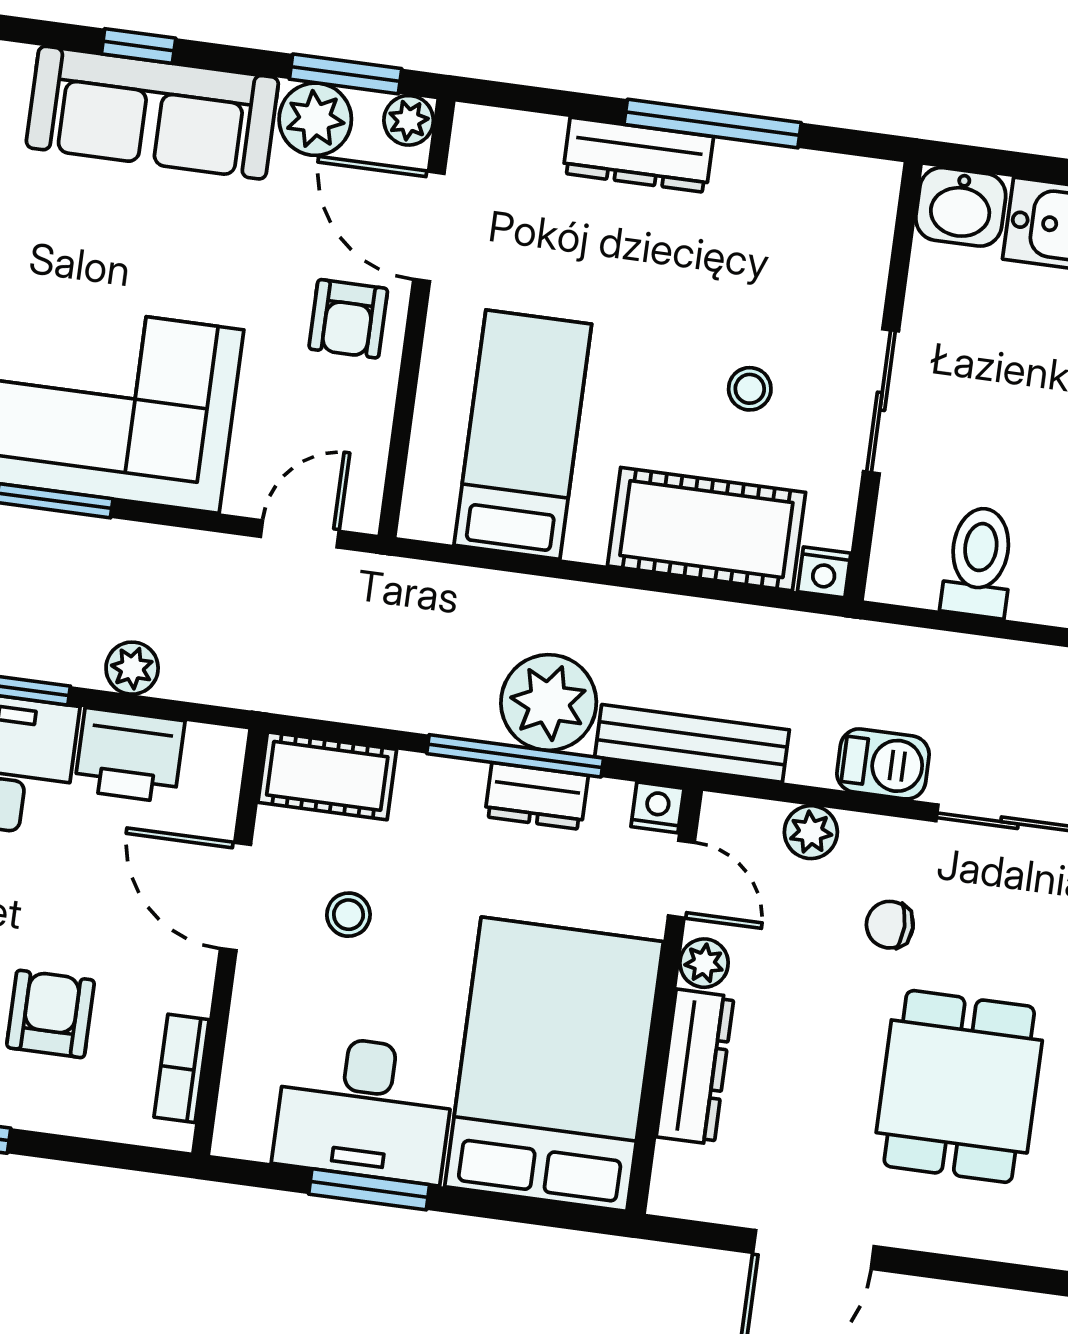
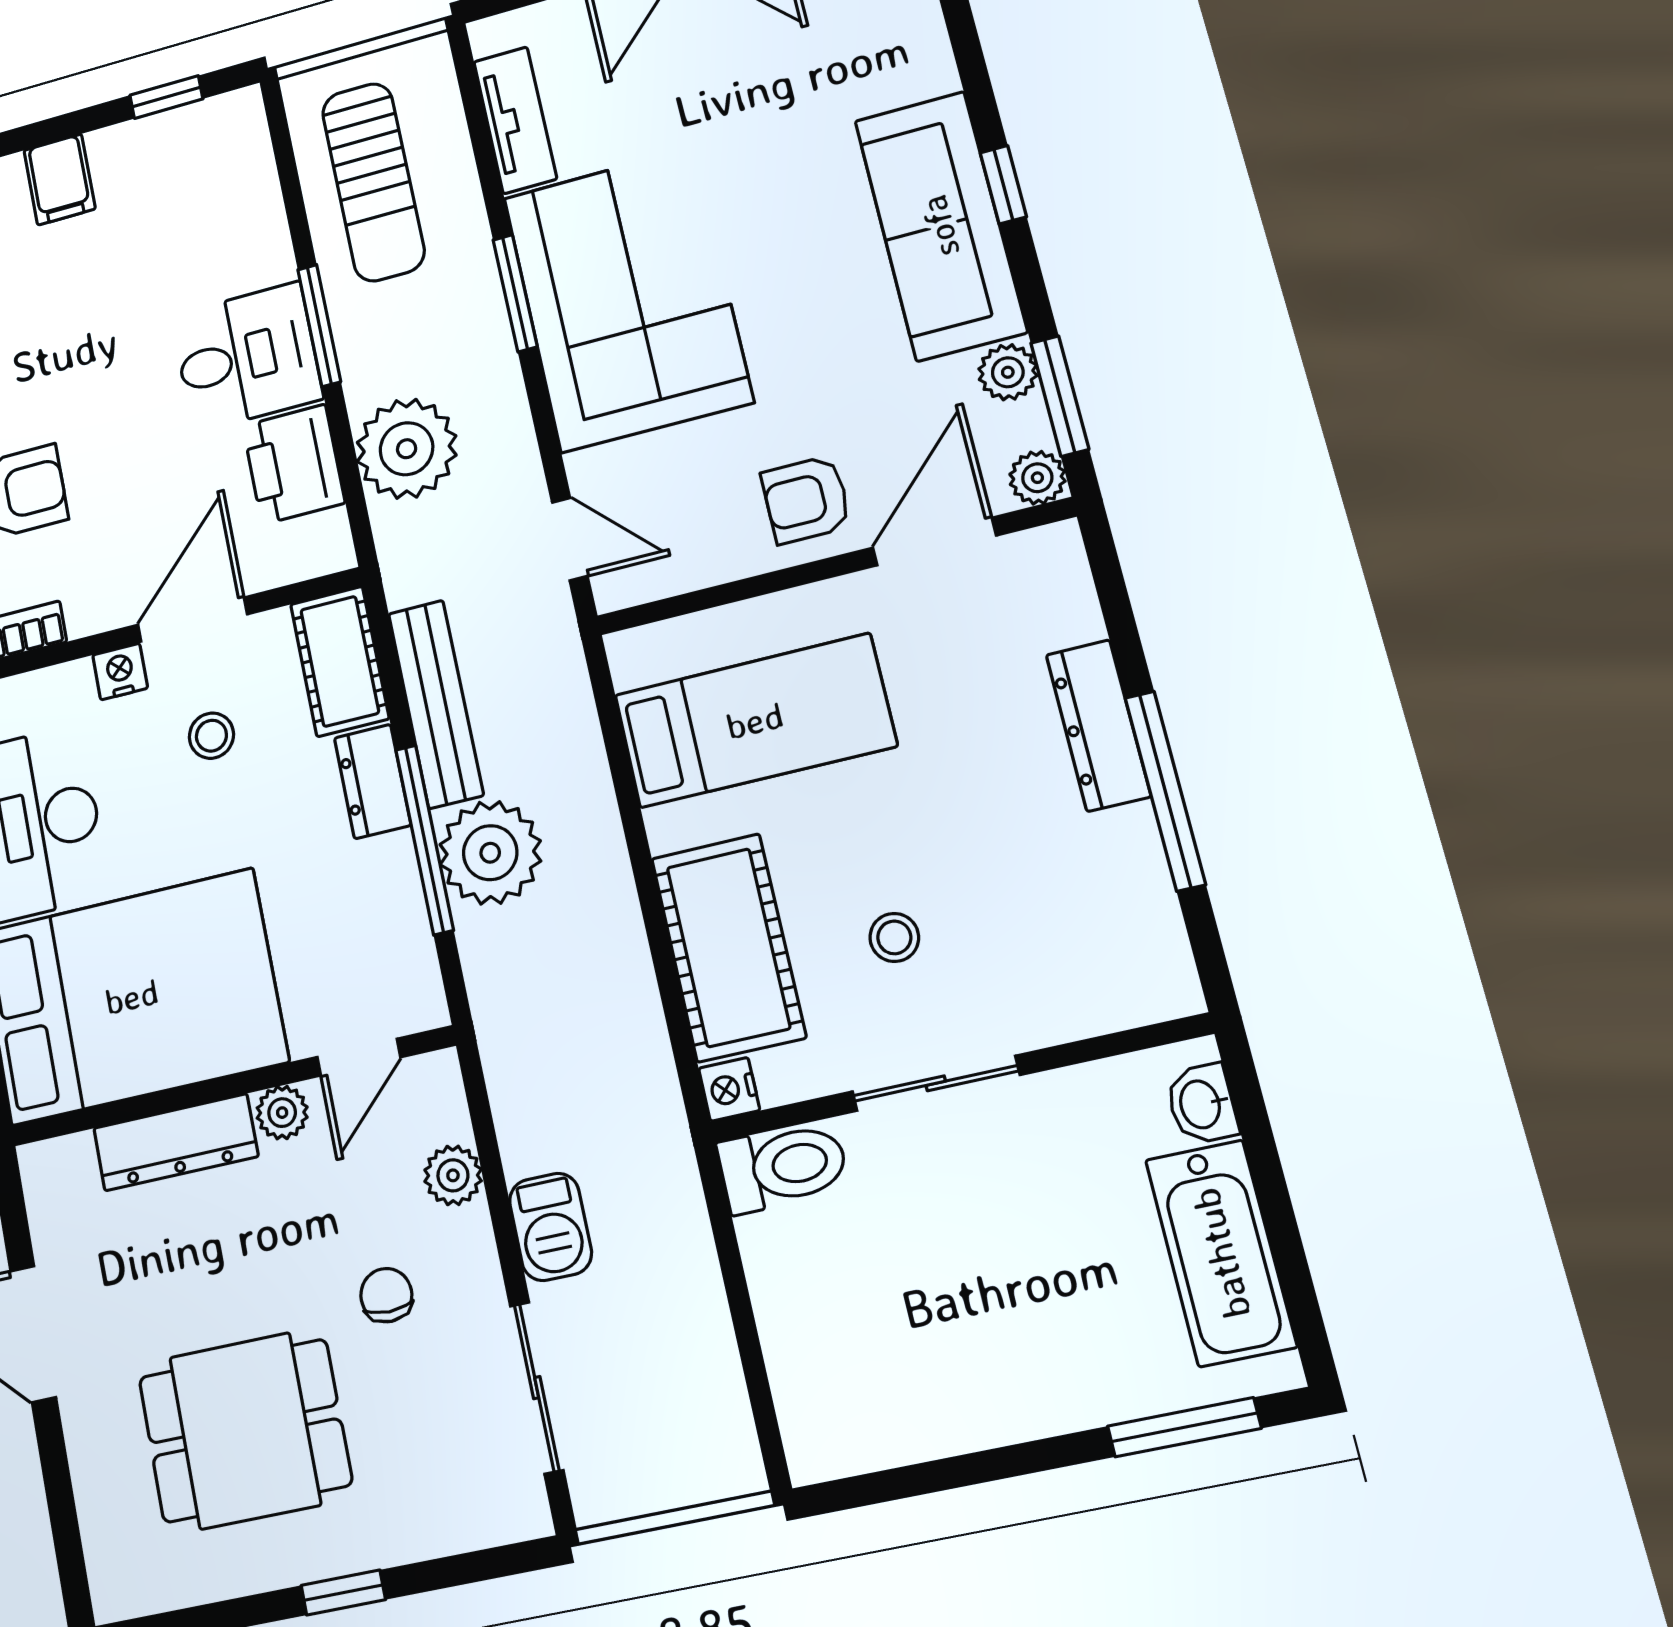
plant: (315, 119) -> (1008, 372), width x0.73, depth x0.73
washbasin: (961, 207) -> (1202, 1104), width x0.72, depth x0.69
toilet: (979, 562) -> (783, 1167), moved
plant: (132, 668) -> (407, 449), width x1.88, depth x1.88
bench: (692, 743) -> (436, 704), moved
dresser: (536, 796) -> (373, 781), moved
nightstand: (657, 807) -> (120, 672), moved, turned -90

